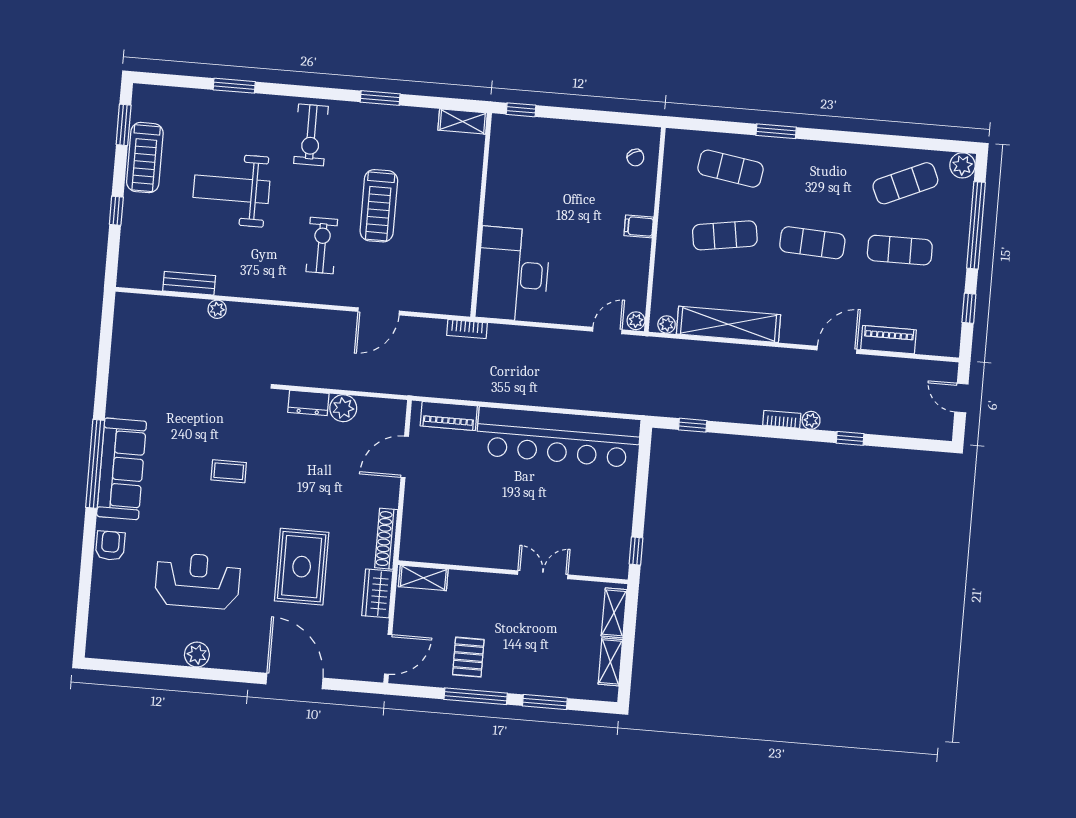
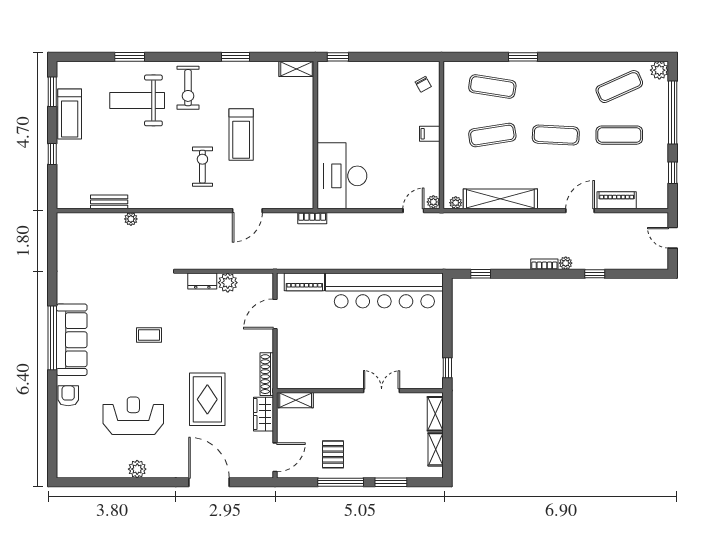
weight bench: (231, 189) -> (137, 100), moved

